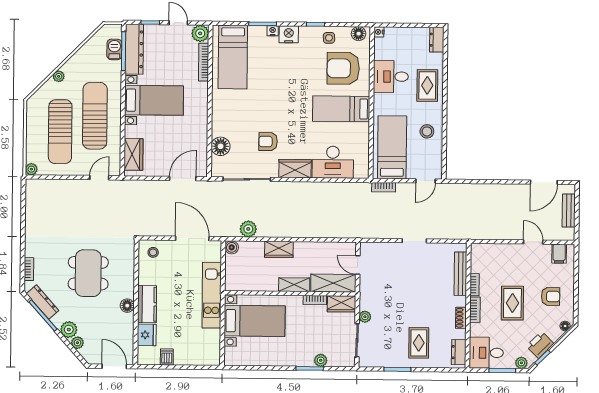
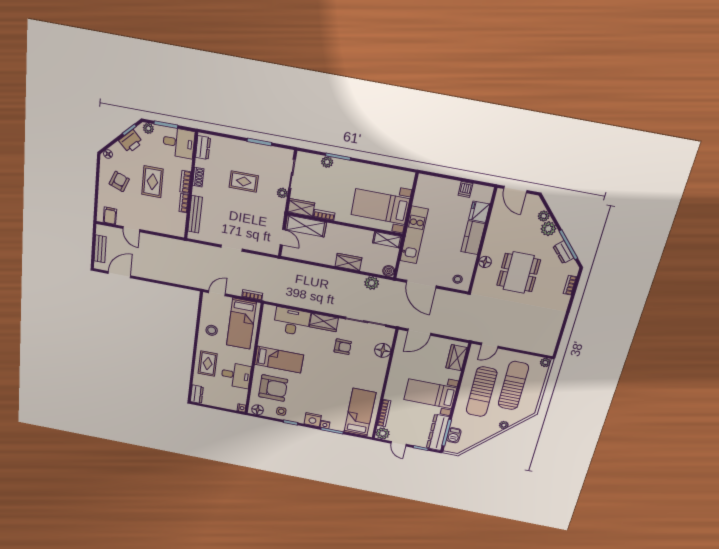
shelving: (294, 285) -> (387, 240), moved
armchair: (551, 296) -> (119, 181), turned 111
dresser: (43, 302) -> (563, 252), width x0.70
floor lamp: (127, 306) -> (485, 262), moved
rug: (419, 343) -> (244, 181), moved, turned 90

